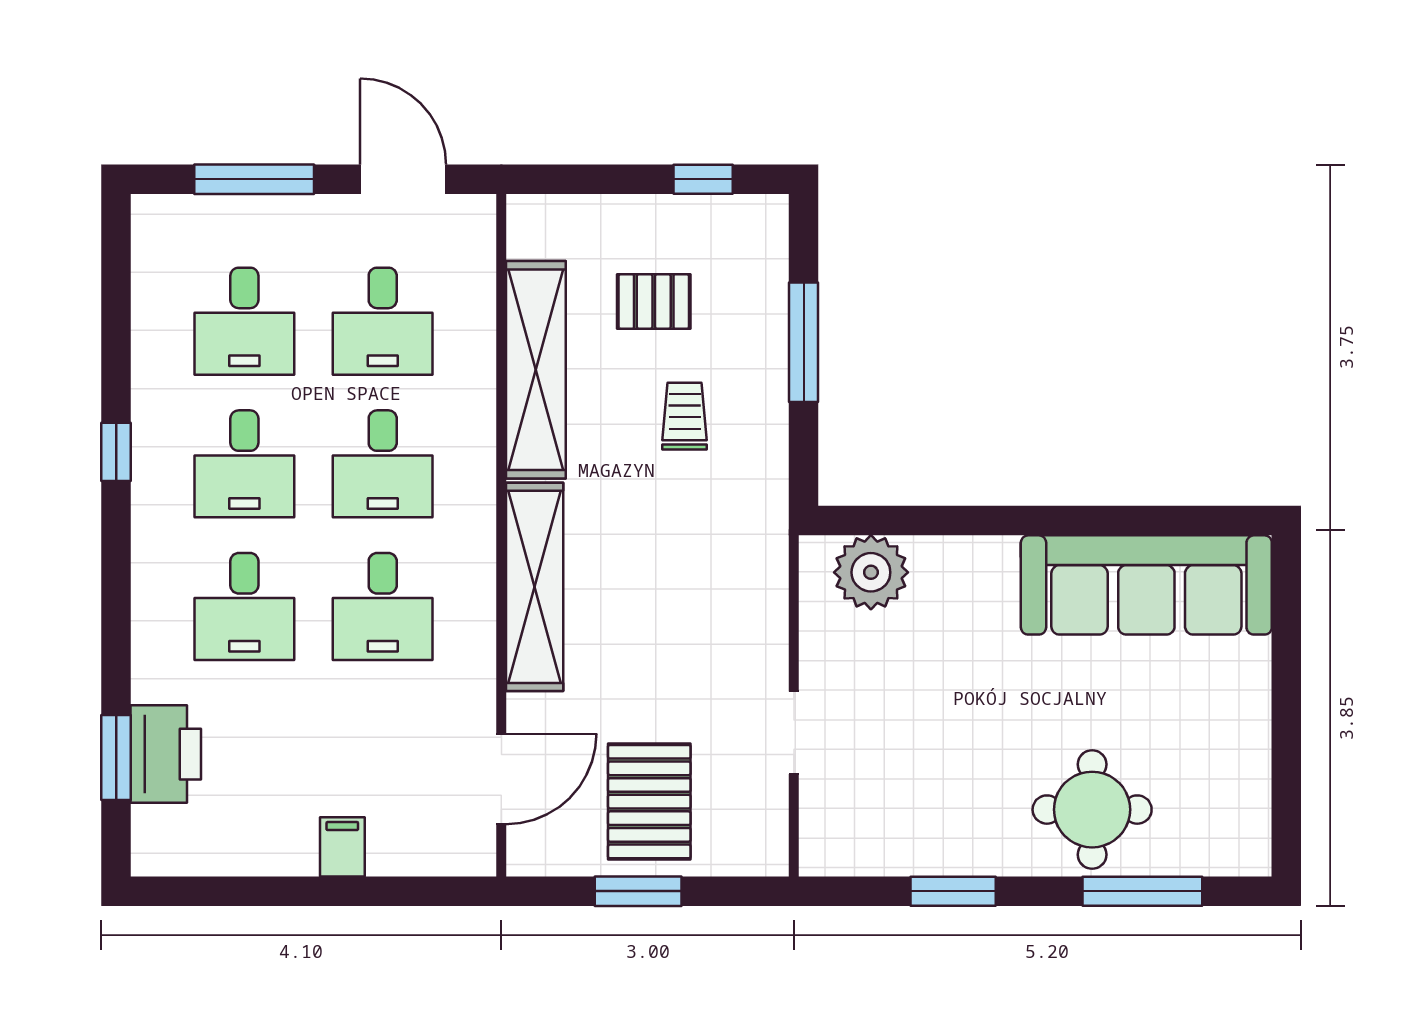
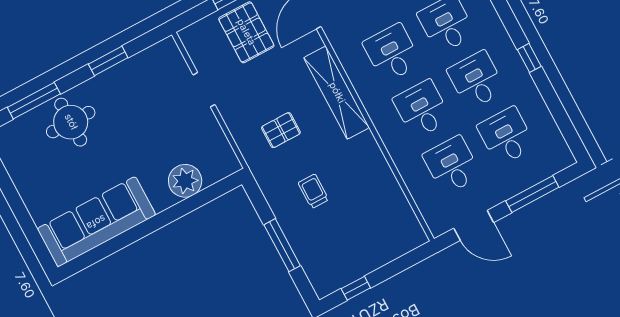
pallet: (654, 301) -> (281, 130), moved
shelving: (536, 370) -> (382, 178), removed
trolley: (685, 416) -> (313, 191), turned 180
plant: (871, 572) -> (185, 181), moved

